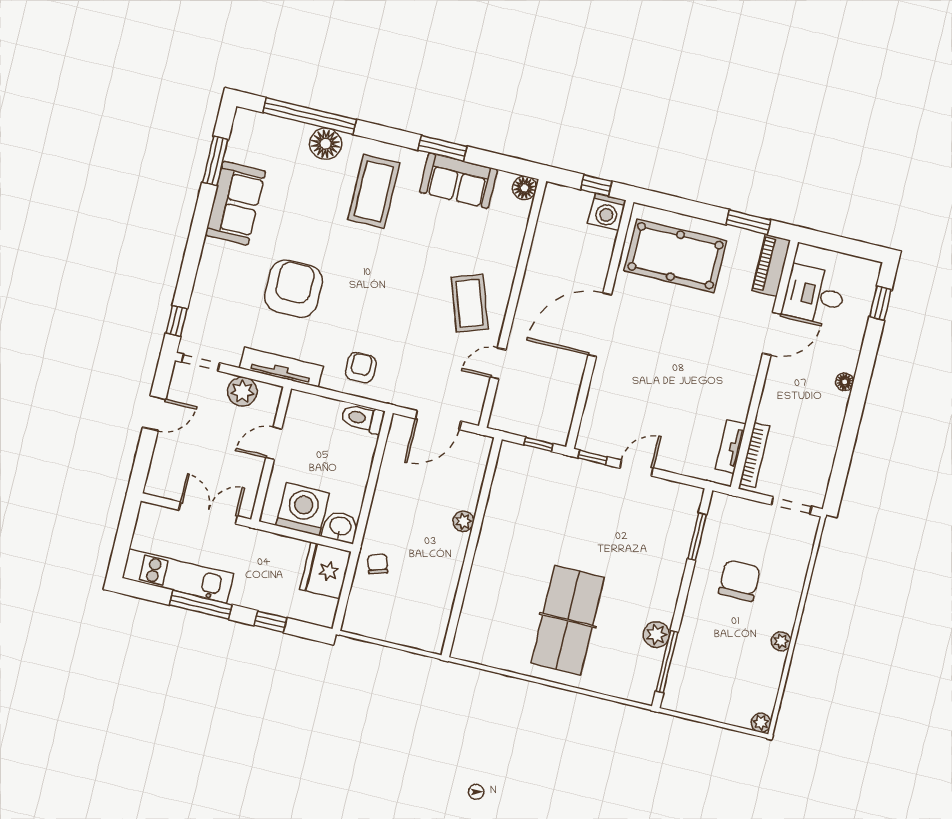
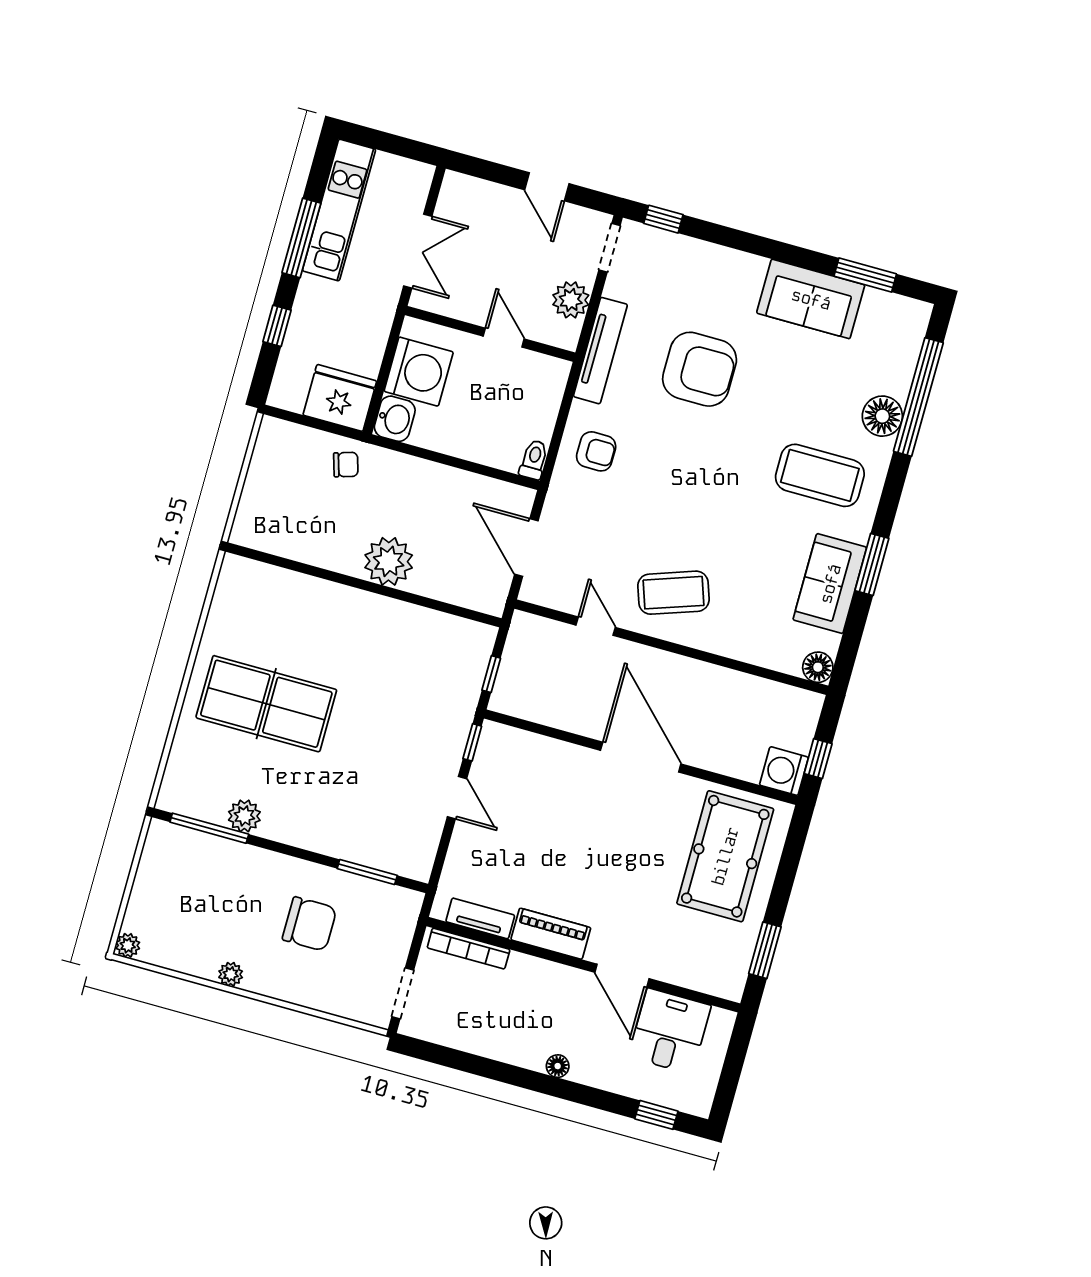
piano: (771, 265) -> (551, 934), moved
toilet: (363, 418) -> (534, 460), width x0.73, depth x0.72
plant: (463, 521) -> (389, 561), width x1.88, depth x1.88

